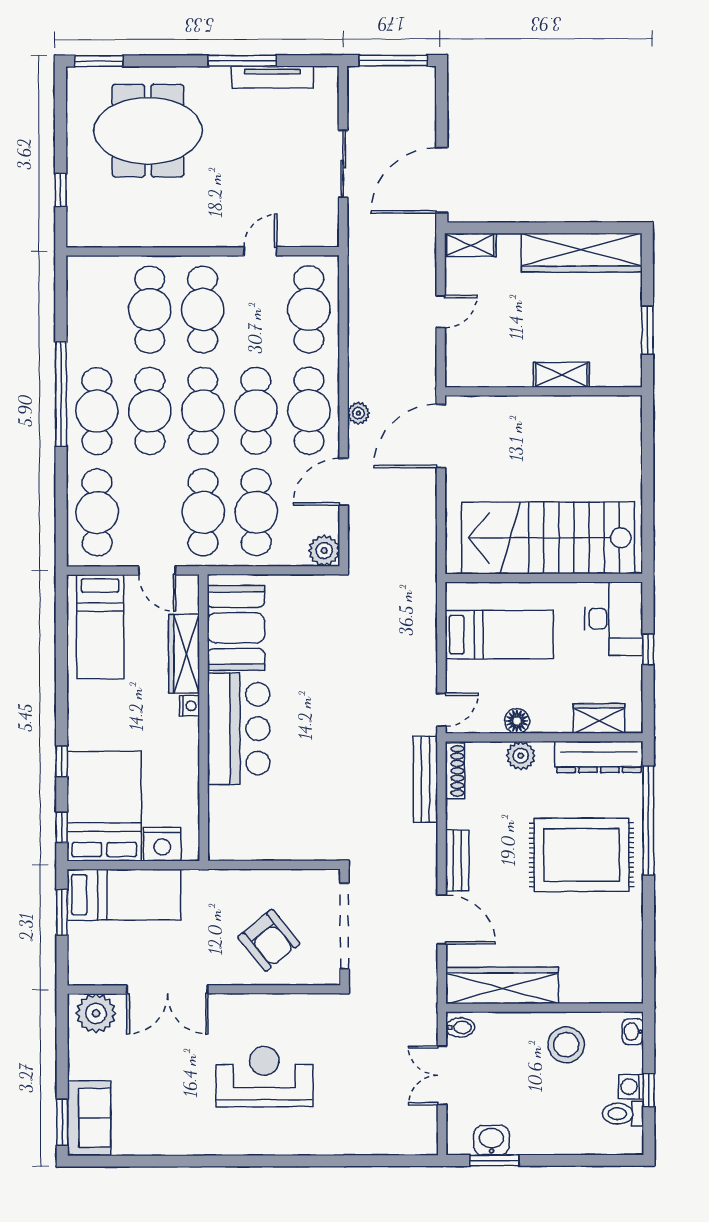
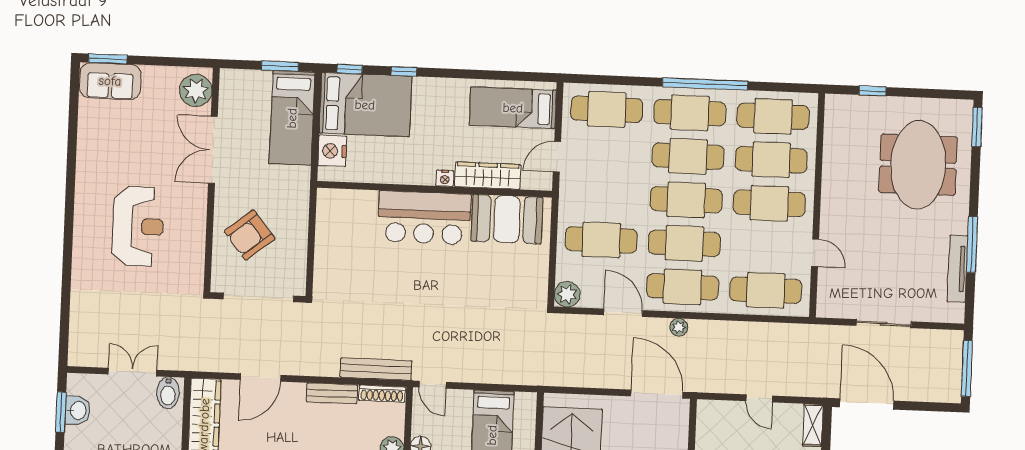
cafe table: (203, 512) -> (773, 116), moved
bench: (457, 861) -> (332, 393), moved
bidet: (460, 1027) -> (168, 393), width x1.38, depth x1.36

